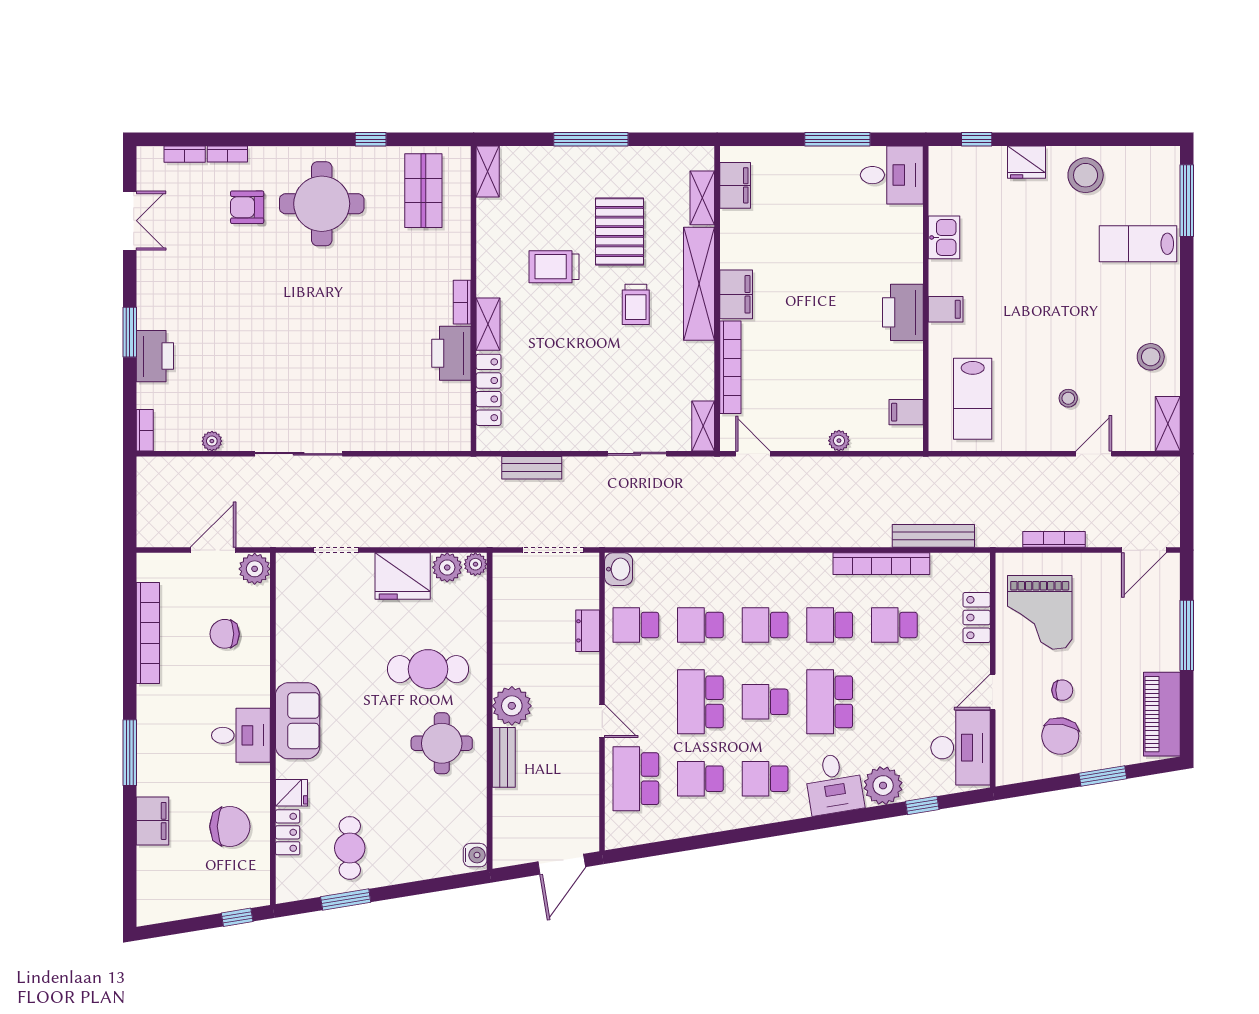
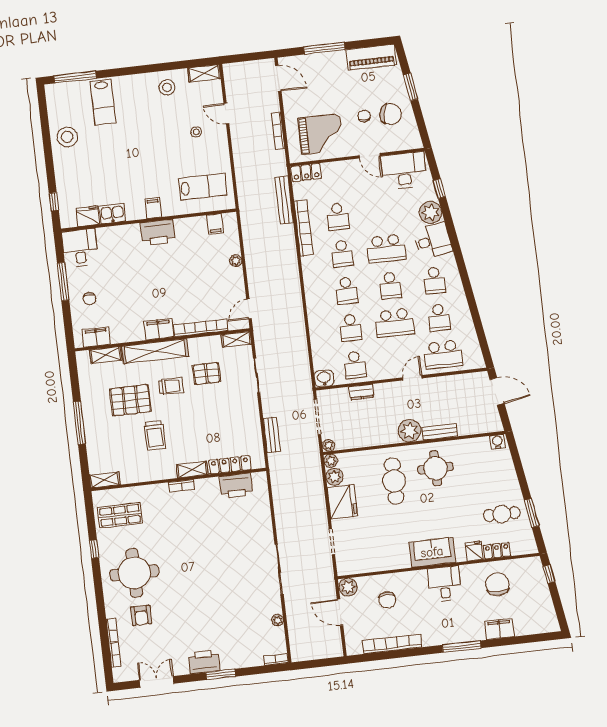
fridge: (1026, 162) -> (88, 216), moved, turned -90
chair: (803, 181) -> (90, 299), added
printer: (451, 353) -> (236, 486), moved
printer: (155, 356) -> (204, 662), moved
pallet: (651, 368) -> (206, 373), added
plant: (502, 564) -> (329, 445), added
locker: (977, 618) -> (306, 172), moved

